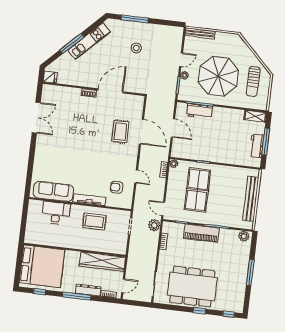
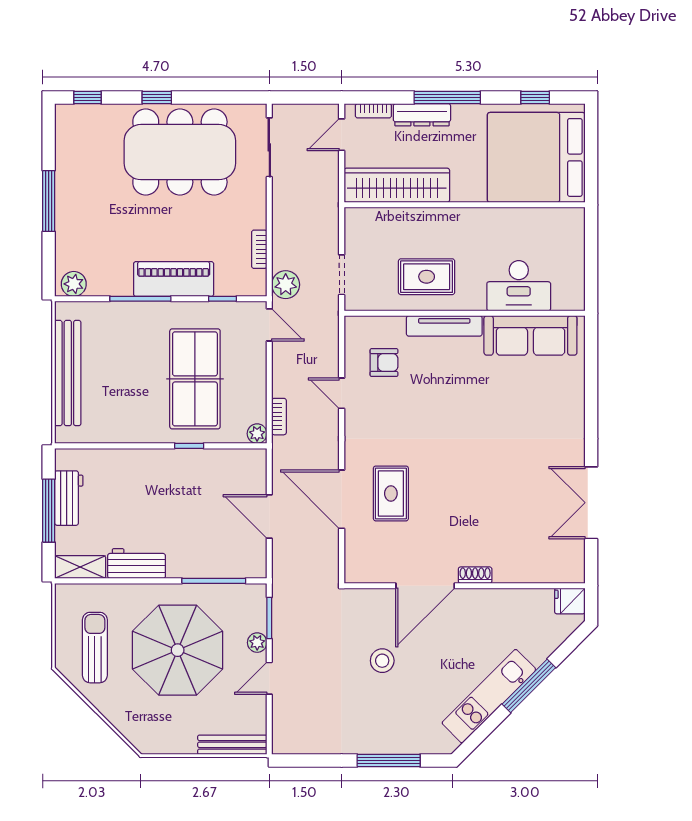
stool: (136, 48) -> (382, 661), moved
workbench: (199, 111) -> (137, 564), moved

